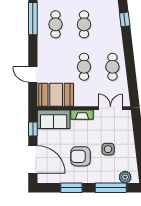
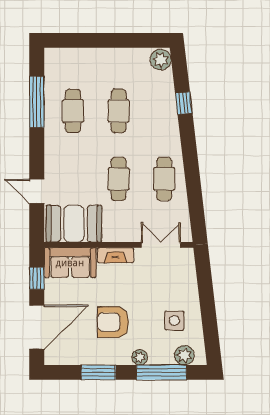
side table: (108, 149) -> (174, 321), moved
door: (33, 159) -> (37, 327), hinge flipped
plant: (97, 178) -> (140, 357), added

